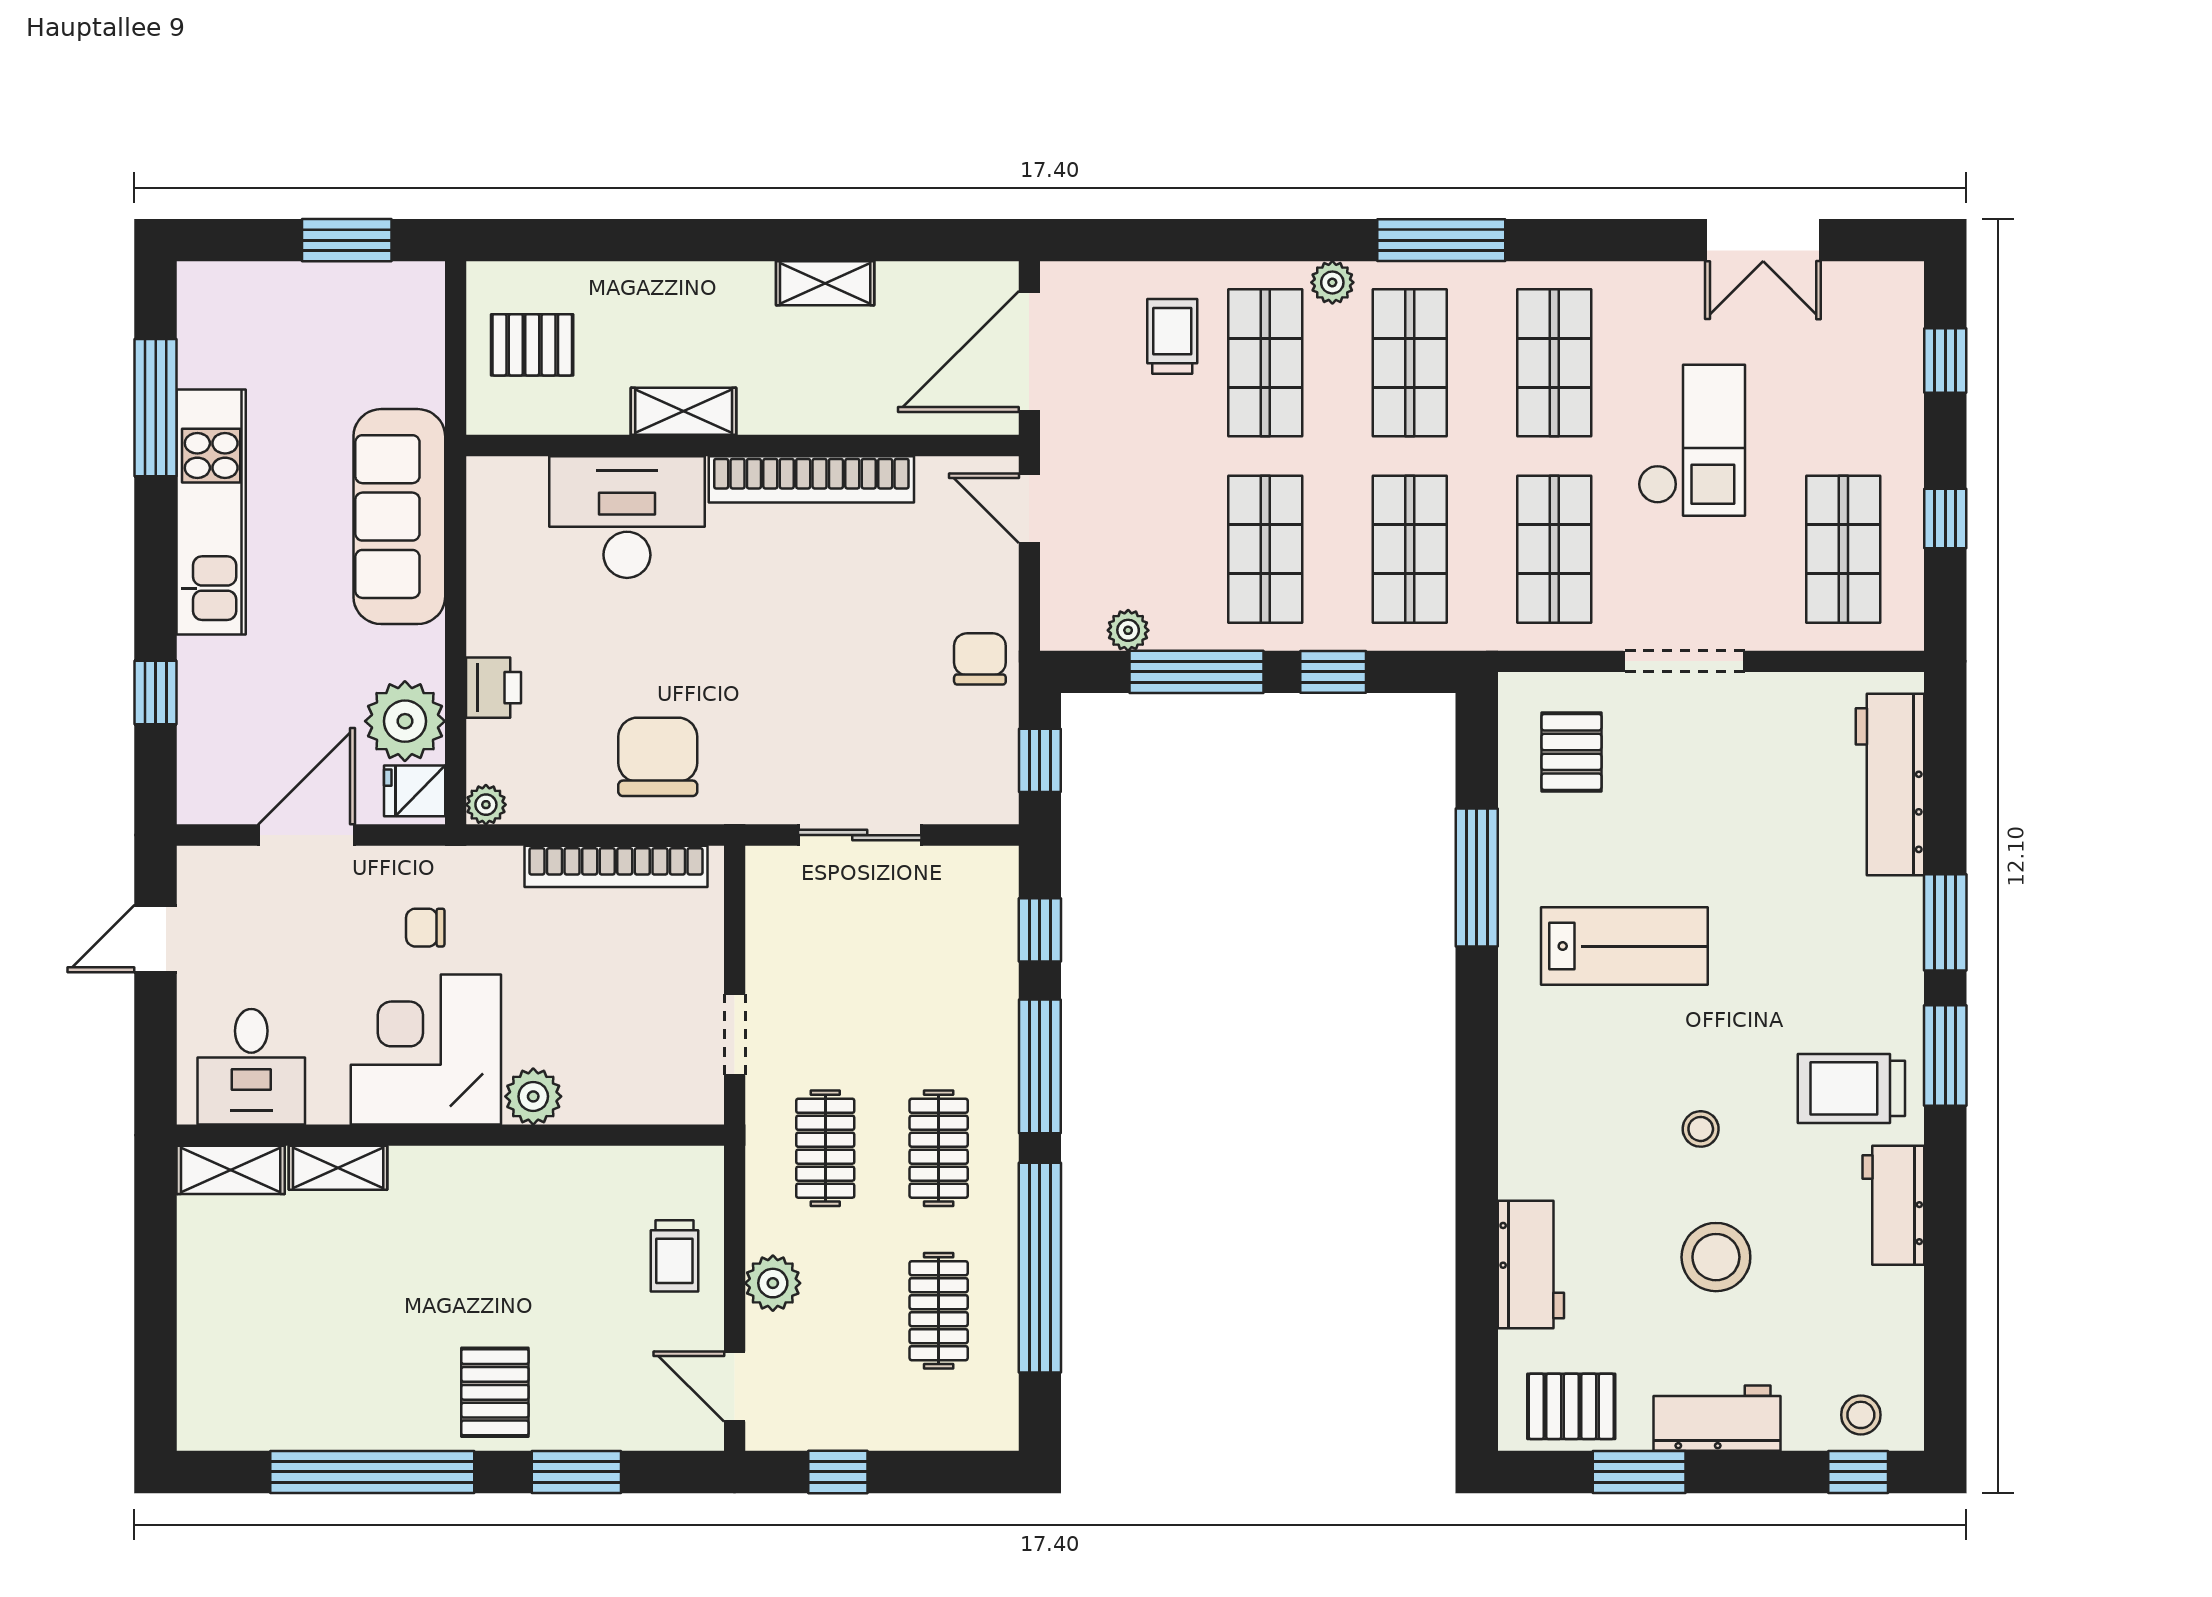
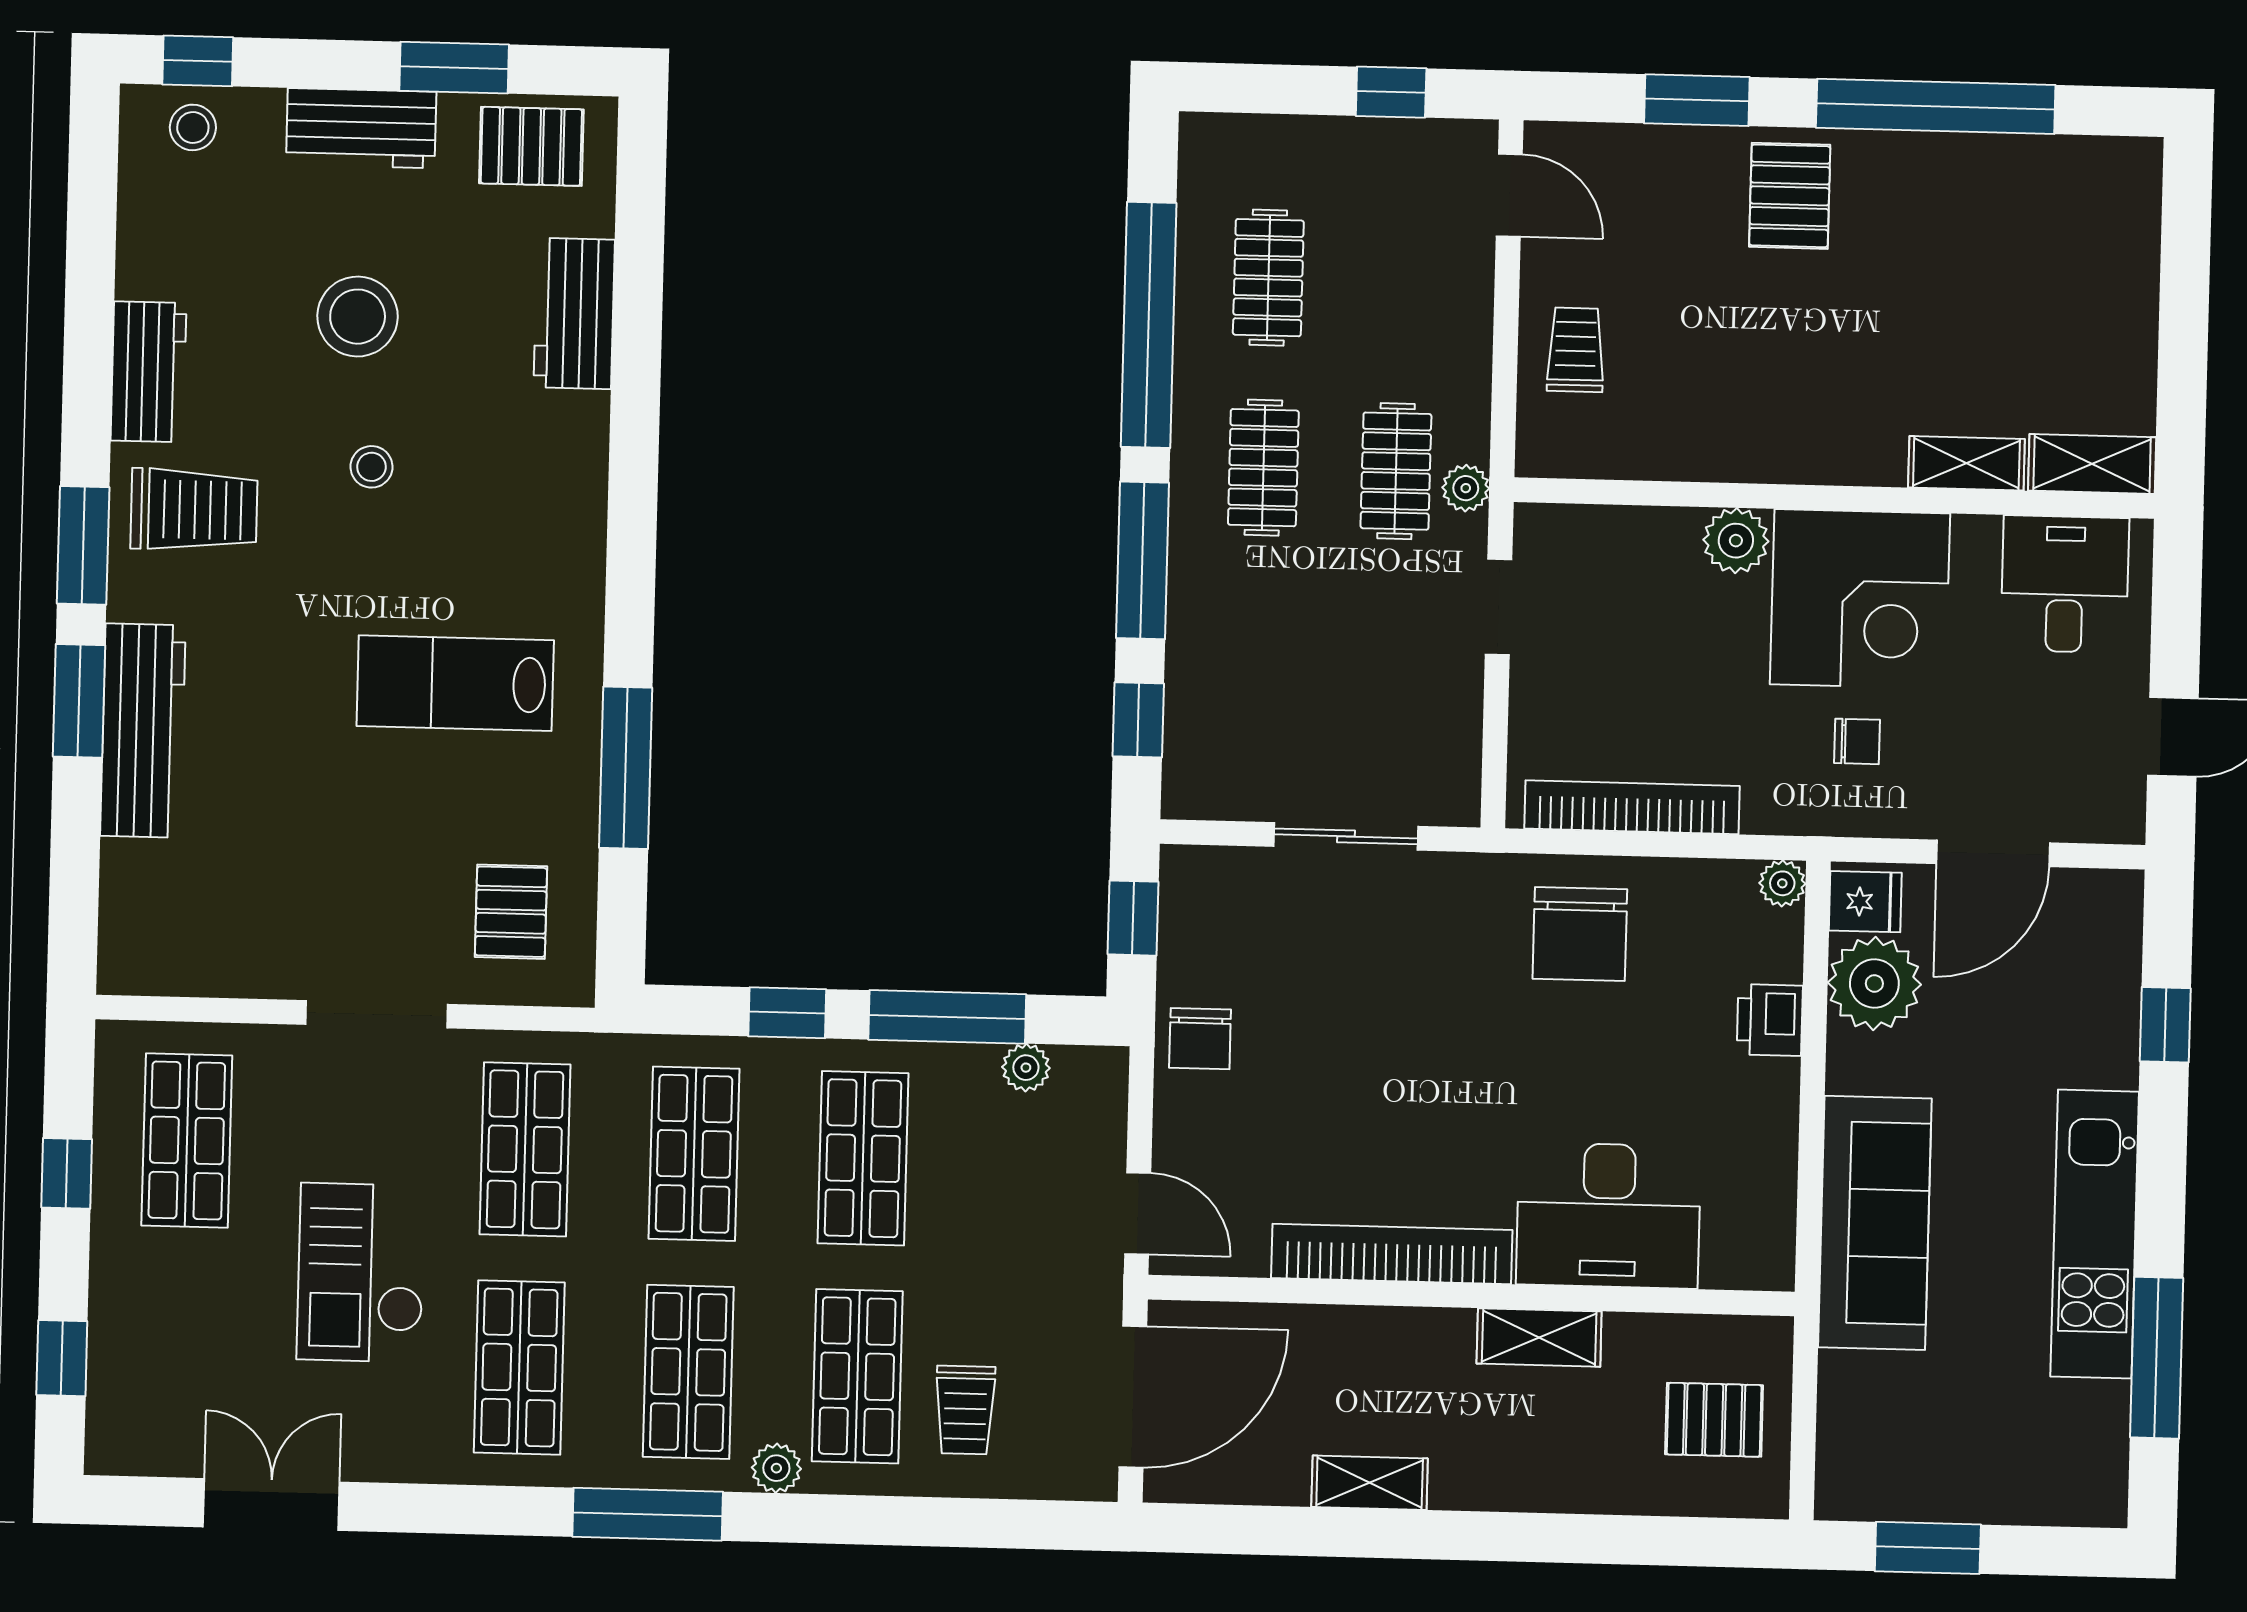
workbench: (1890, 785) -> (143, 731), moved
plant: (773, 1283) -> (1466, 488), moved, width x0.73, depth x0.73

